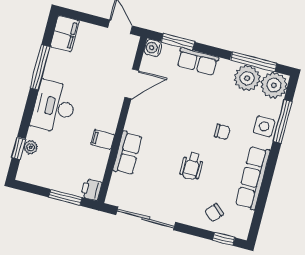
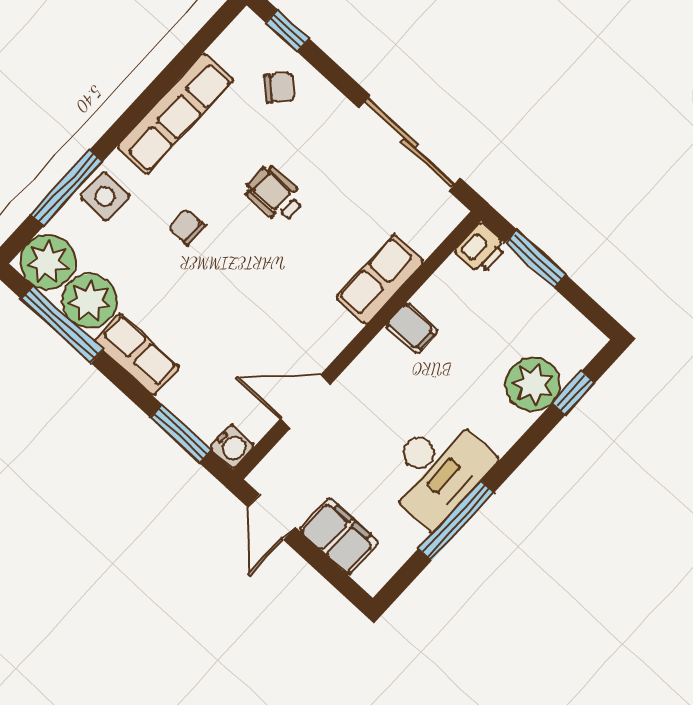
filing cabinet: (65, 34) -> (339, 536), moved, turned 90
row of seats: (198, 61) -> (136, 354), moved
desk: (54, 107) -> (437, 470), moved
plant: (31, 147) -> (533, 384), width x1.88, depth x1.88
wheelchair: (192, 166) -> (275, 194), turned -90

